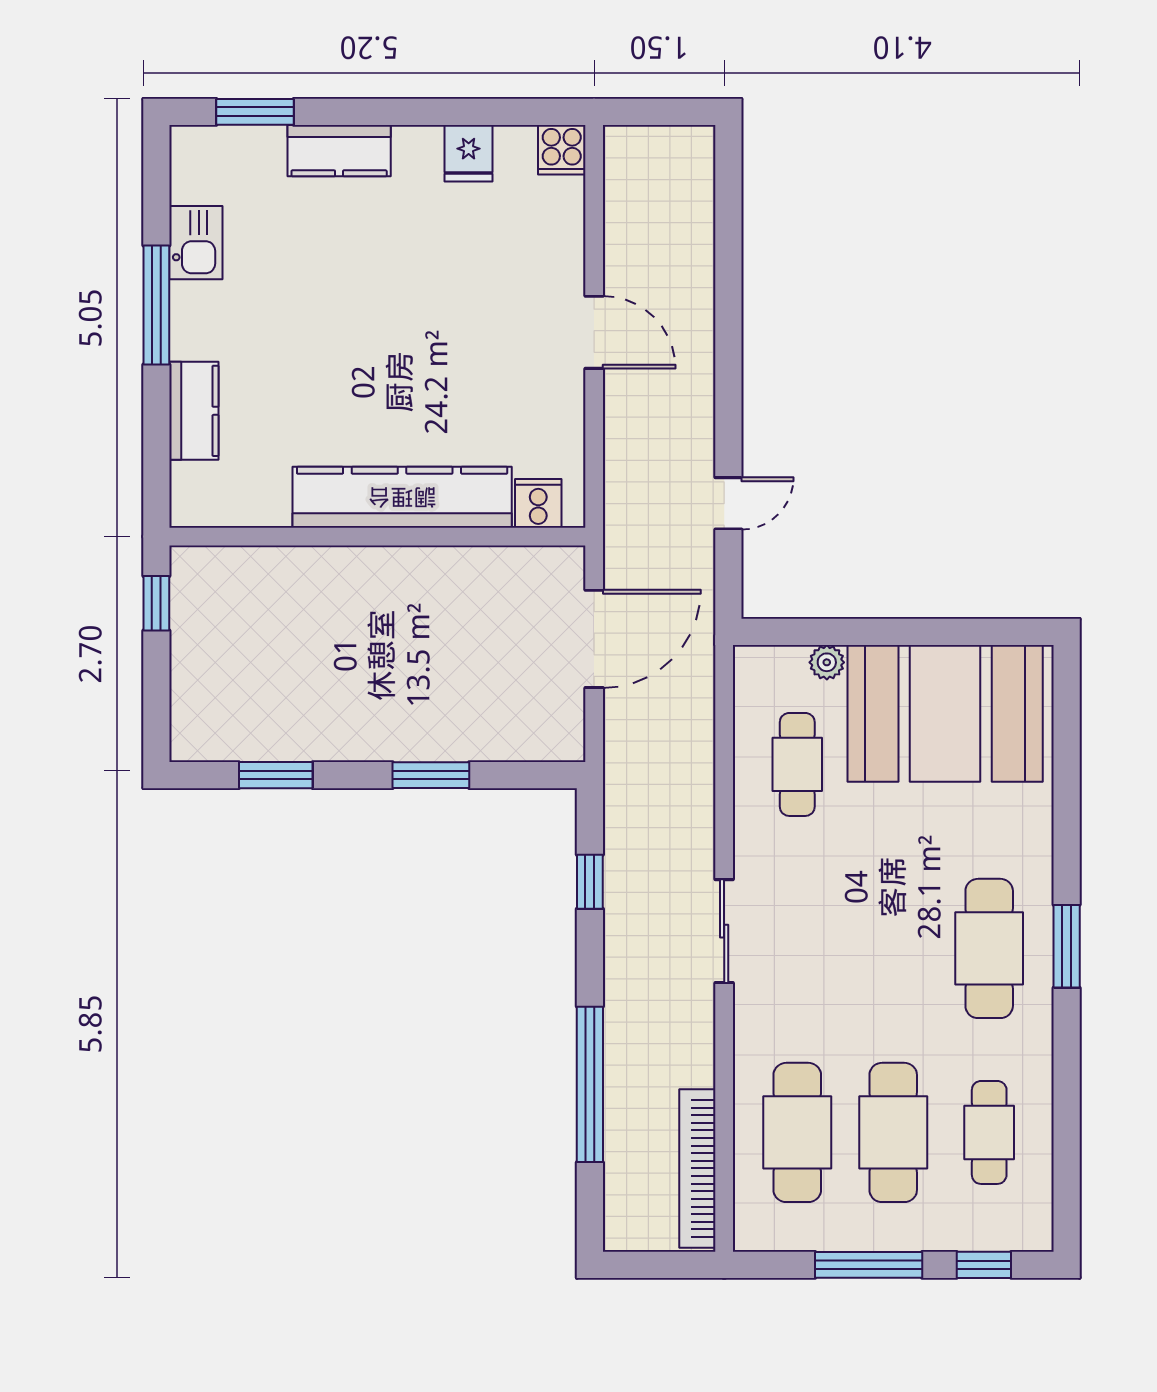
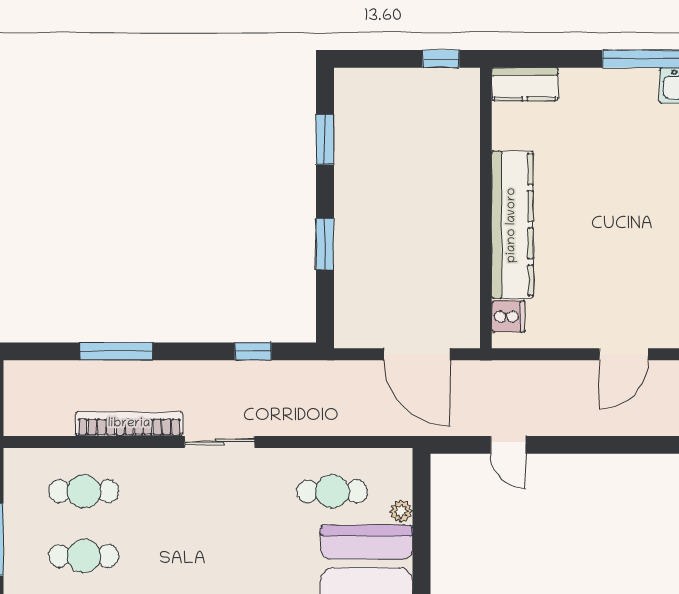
kitchen counter: (194, 411) -> (525, 84), moved
window: (590, 1084) -> (116, 351), width x0.68
cafe table: (797, 1132) -> (84, 491), width x0.73, depth x0.74
cafe table: (893, 1132) -> (84, 556), width x0.73, depth x0.74
bookcase: (697, 1168) -> (129, 424), moved

